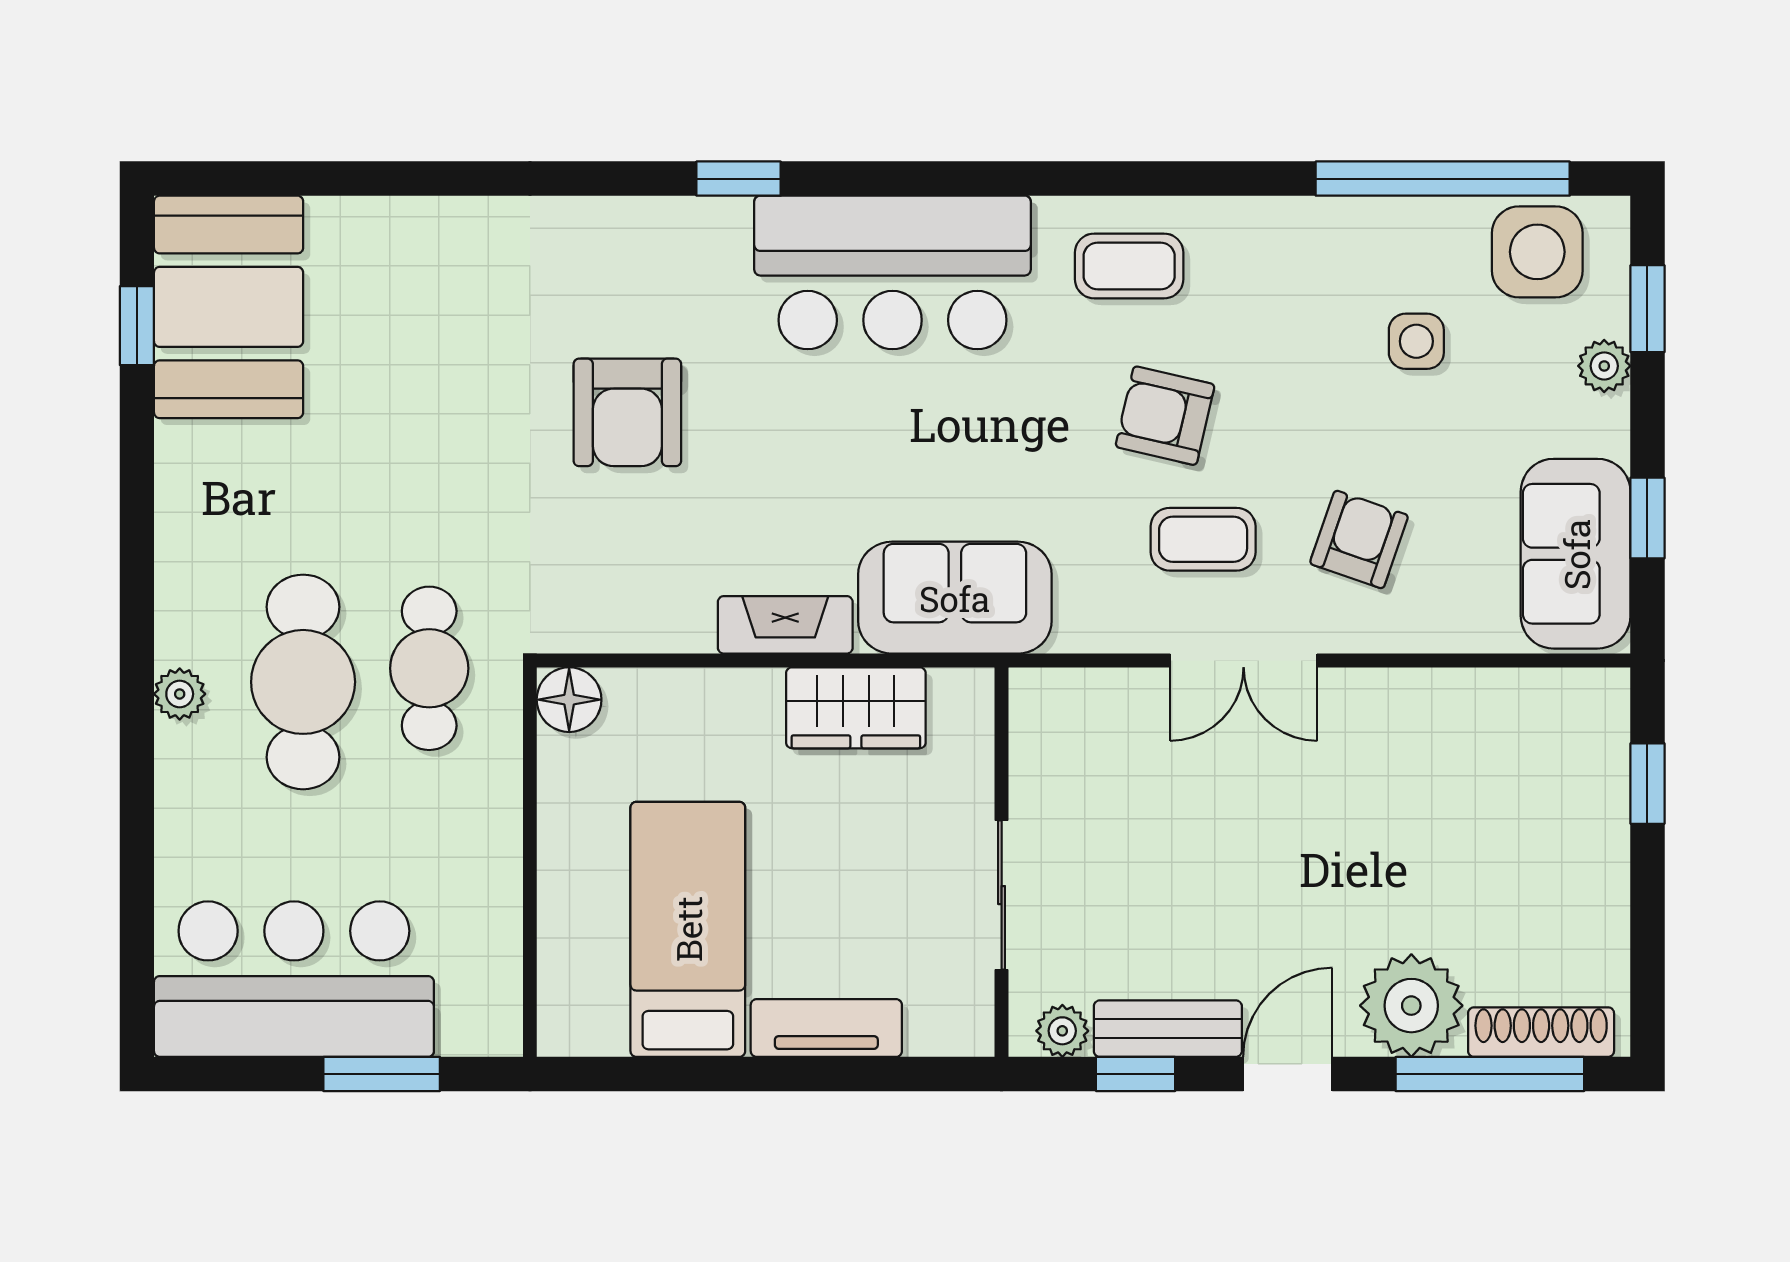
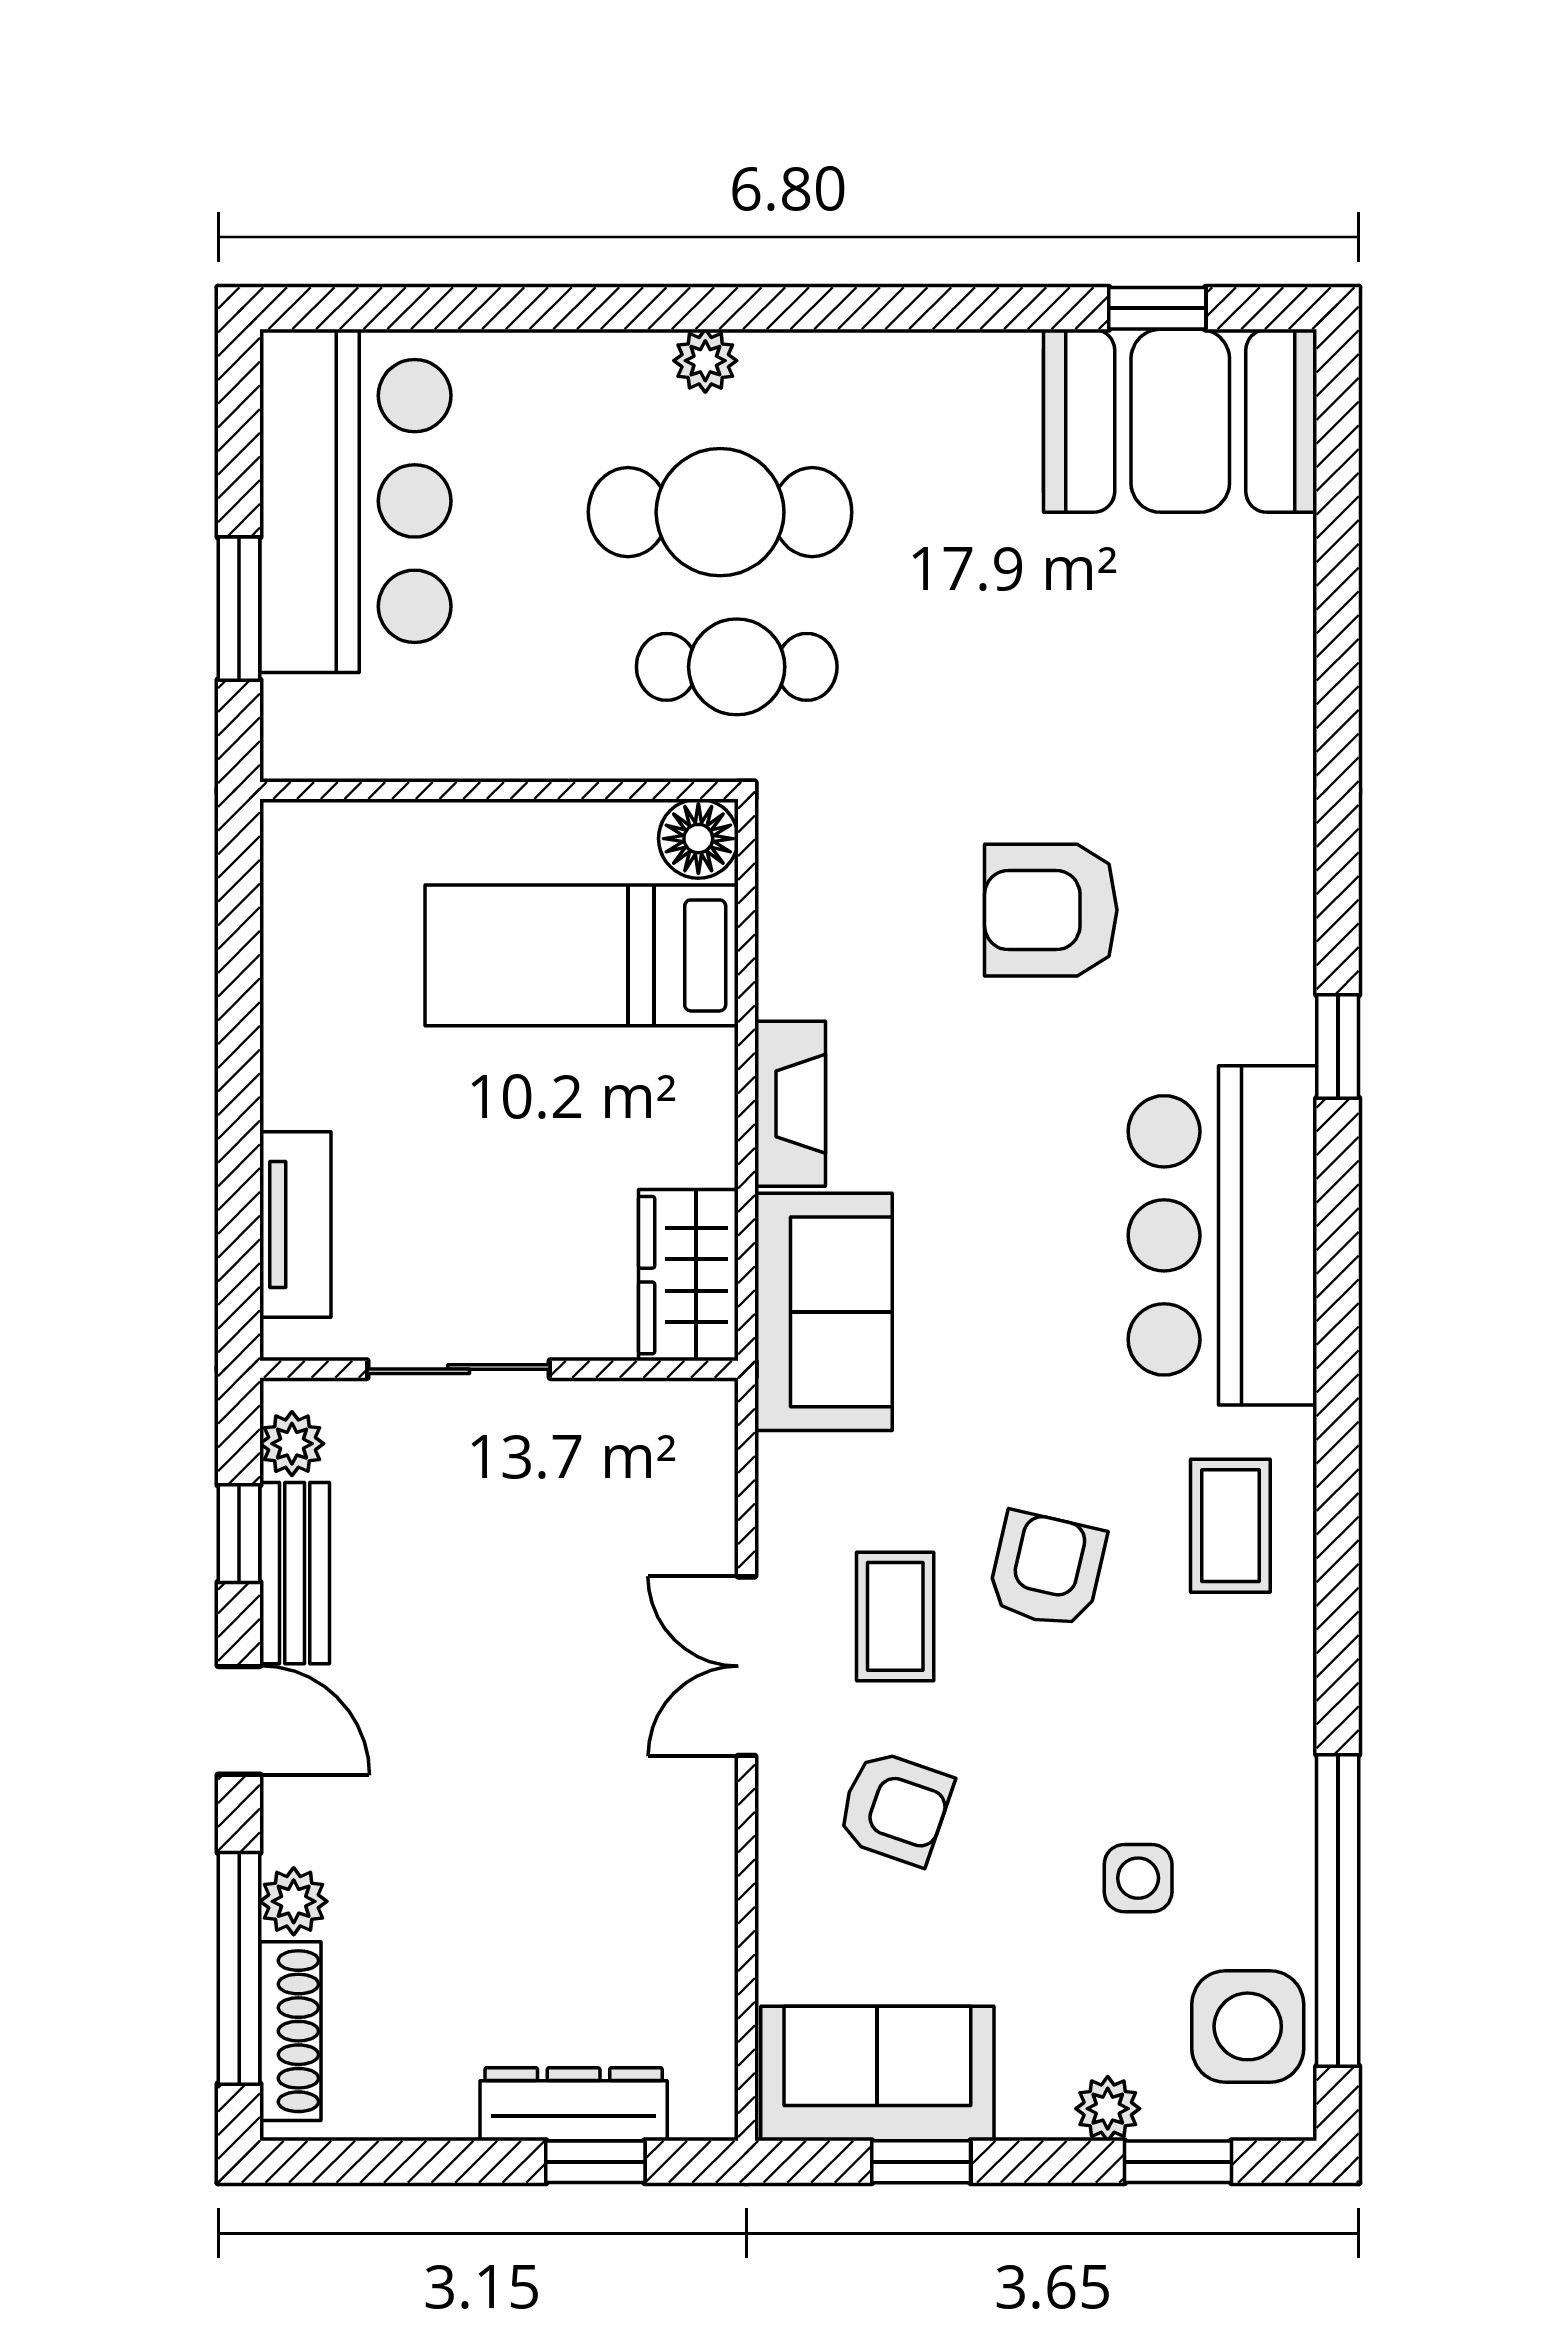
wardrobe: (856, 708) -> (688, 1275), moved
dresser: (1601, 801) -> (574, 2104), added
bed: (688, 929) -> (582, 955), moved, turned 180
plant: (1411, 1006) -> (294, 1901), width x0.53, depth x0.53
tv unit: (826, 1028) -> (295, 1224), moved

